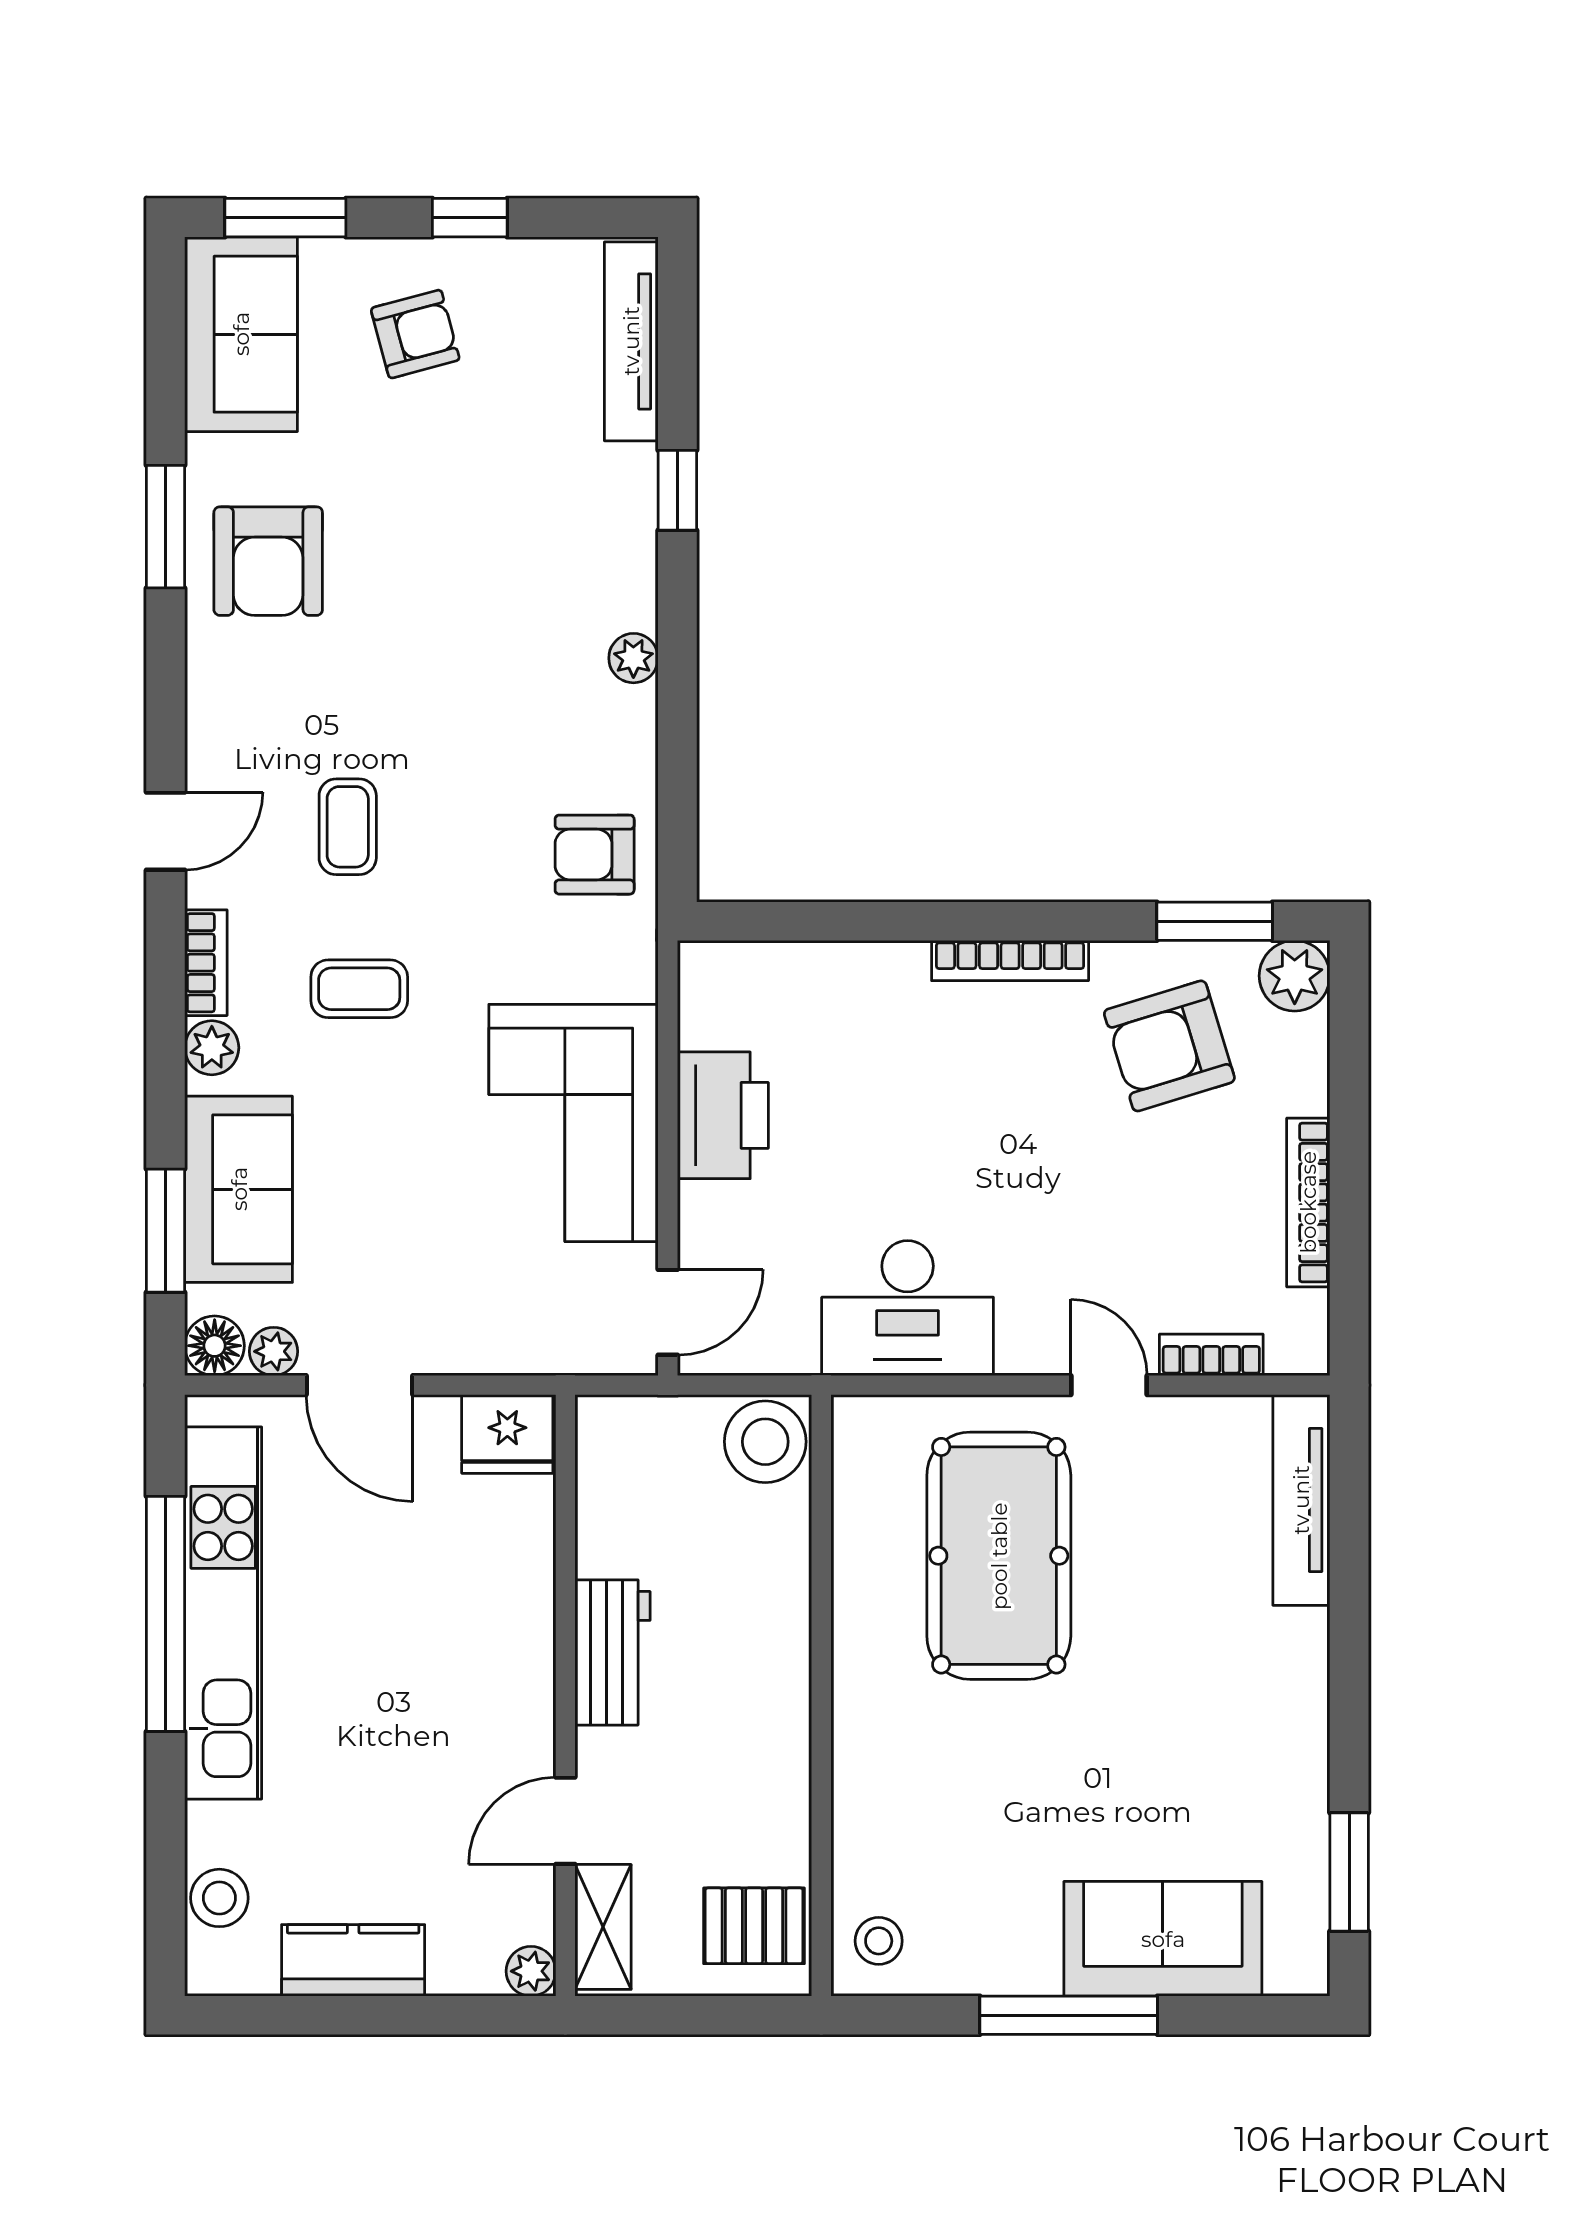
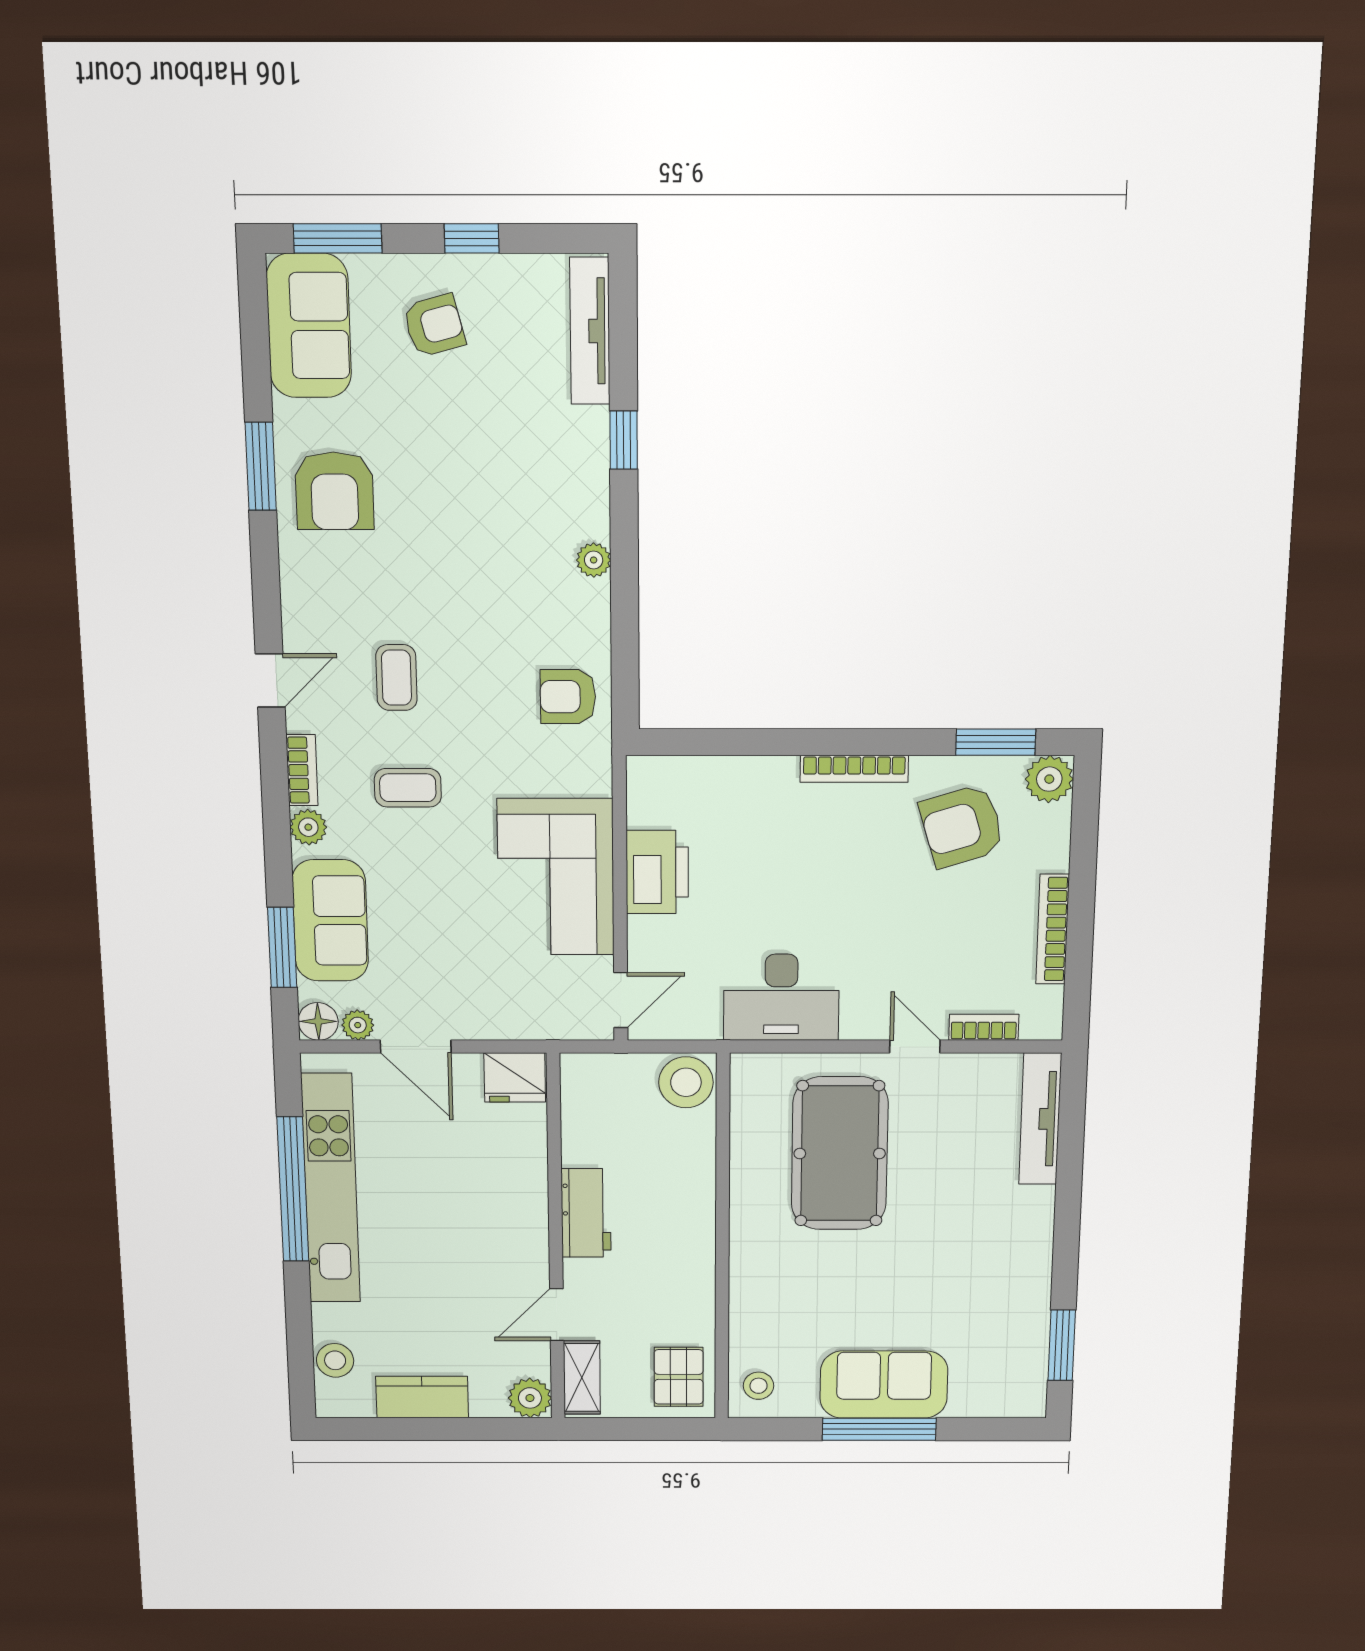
pallet: (754, 1926) -> (679, 1377), turned 90
sofa: (1163, 1939) -> (884, 1385), moved
plant: (531, 1971) -> (530, 1398), width x1.38, depth x1.38

